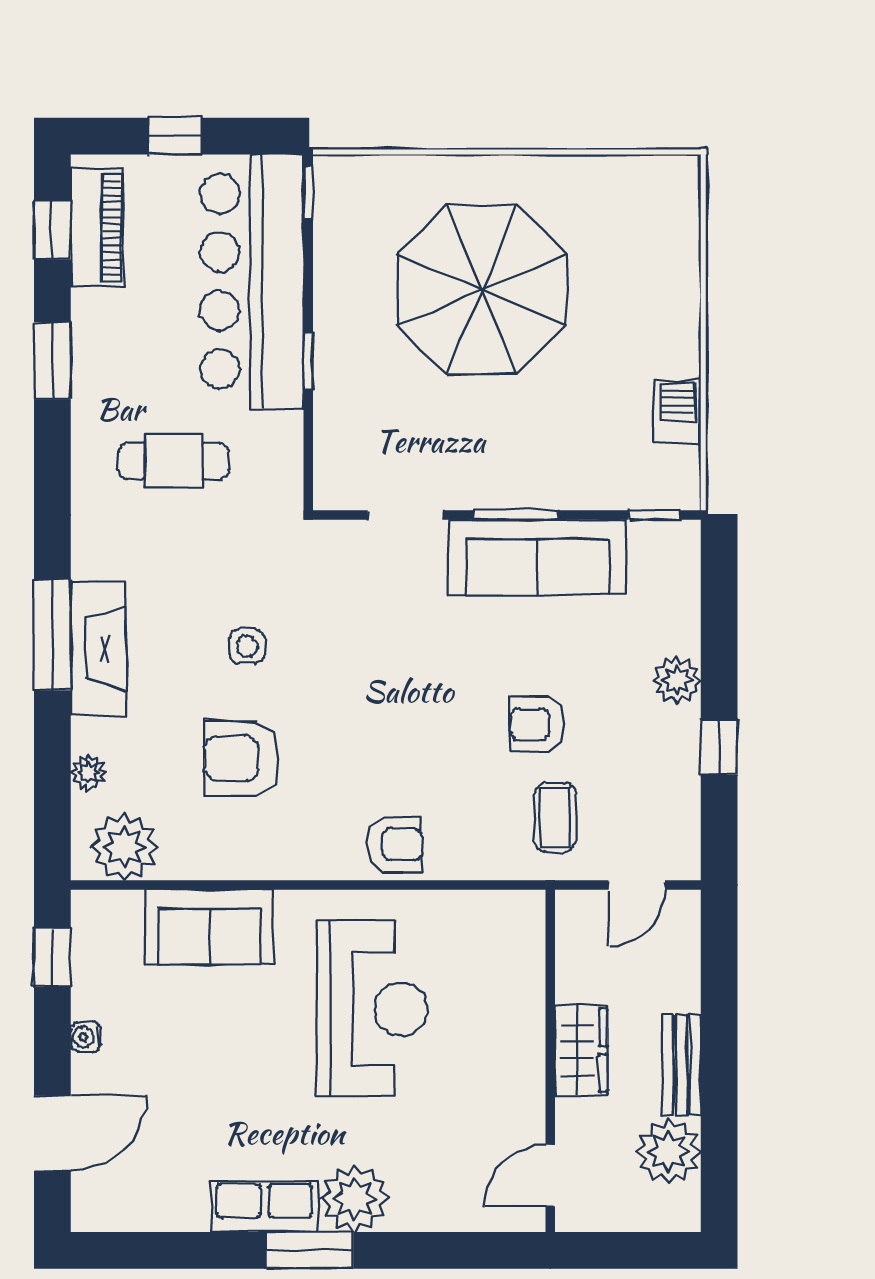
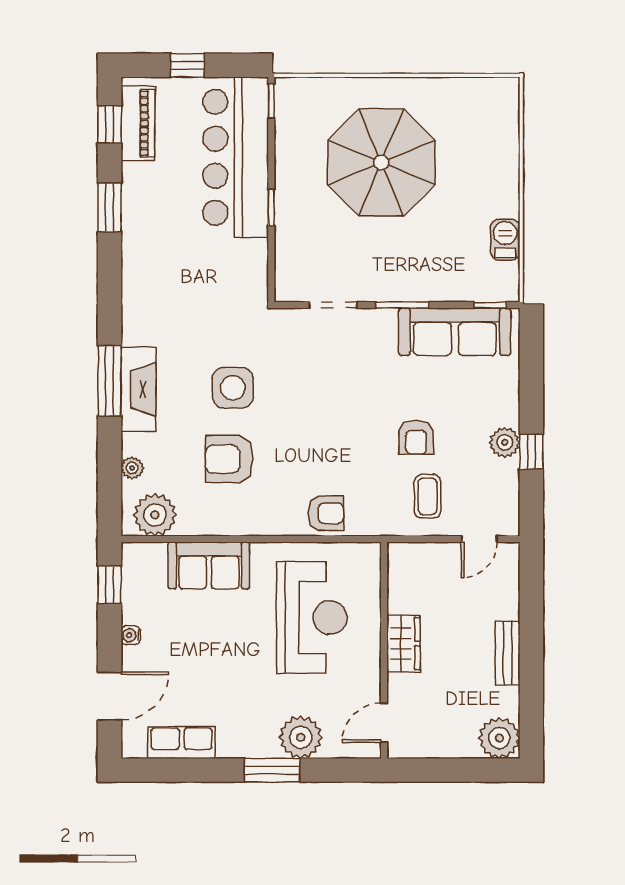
cafe table: (173, 461) -> (186, 271), removed
sofa: (537, 557) -> (455, 332), moved
side table: (247, 646) -> (233, 388), width x1.87, depth x1.87
plant: (677, 680) -> (505, 442), moved
armchair: (537, 724) -> (416, 437), turned -90
wardrobe: (581, 1050) -> (403, 644), moved
wall: (550, 1061) -> (384, 650), moved
plant: (669, 1151) -> (499, 738), moved
door: (550, 1175) -> (384, 723), moved
row of seats: (264, 1207) -> (182, 743), moved

